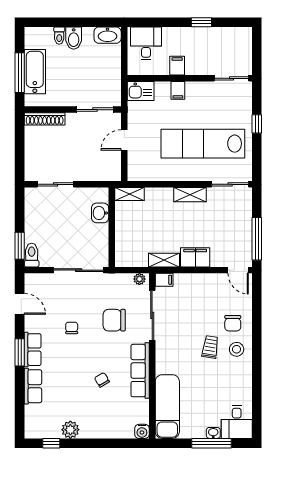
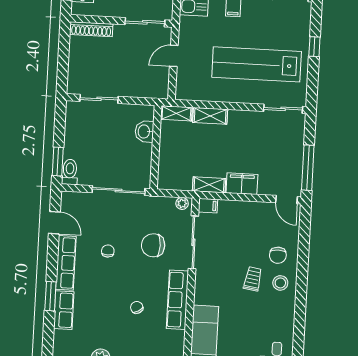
shelving: (190, 195) -> (210, 116), moved
row of seats: (33, 350) -> (66, 263), width x1.48
window: (20, 352) -> (50, 296), moved

